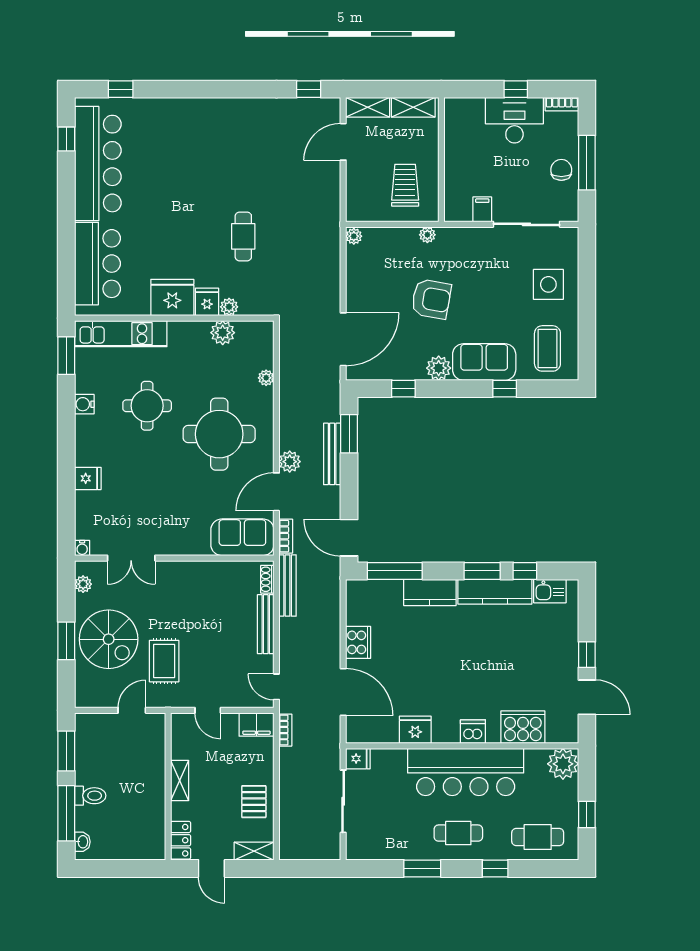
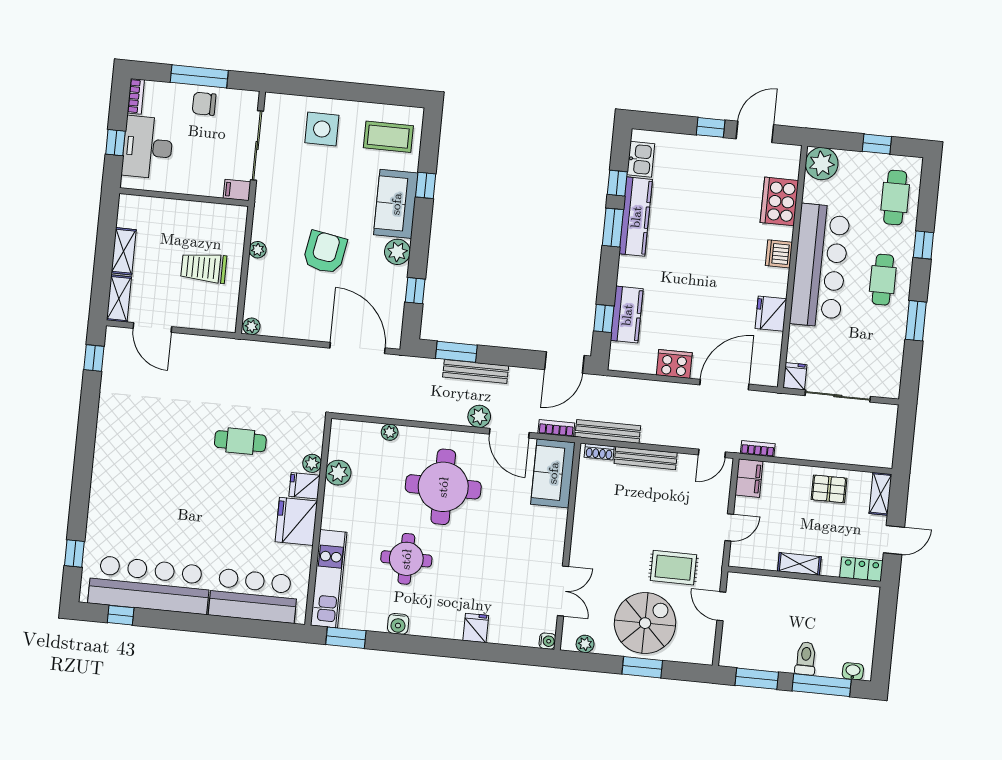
wall: (441, 160) -> (184, 197), moved
window: (395, 571) -> (604, 318), width x0.46
kitchen counter: (430, 592) -> (627, 315), moved

